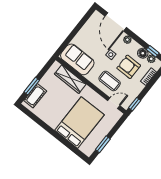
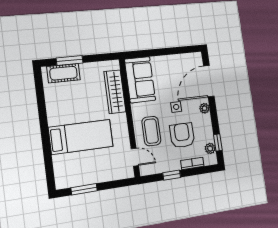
floor lamp: (143, 53) -> (207, 135), removed
window: (135, 104) -> (172, 175), moved
bed: (79, 123) -> (81, 137), width x0.67

